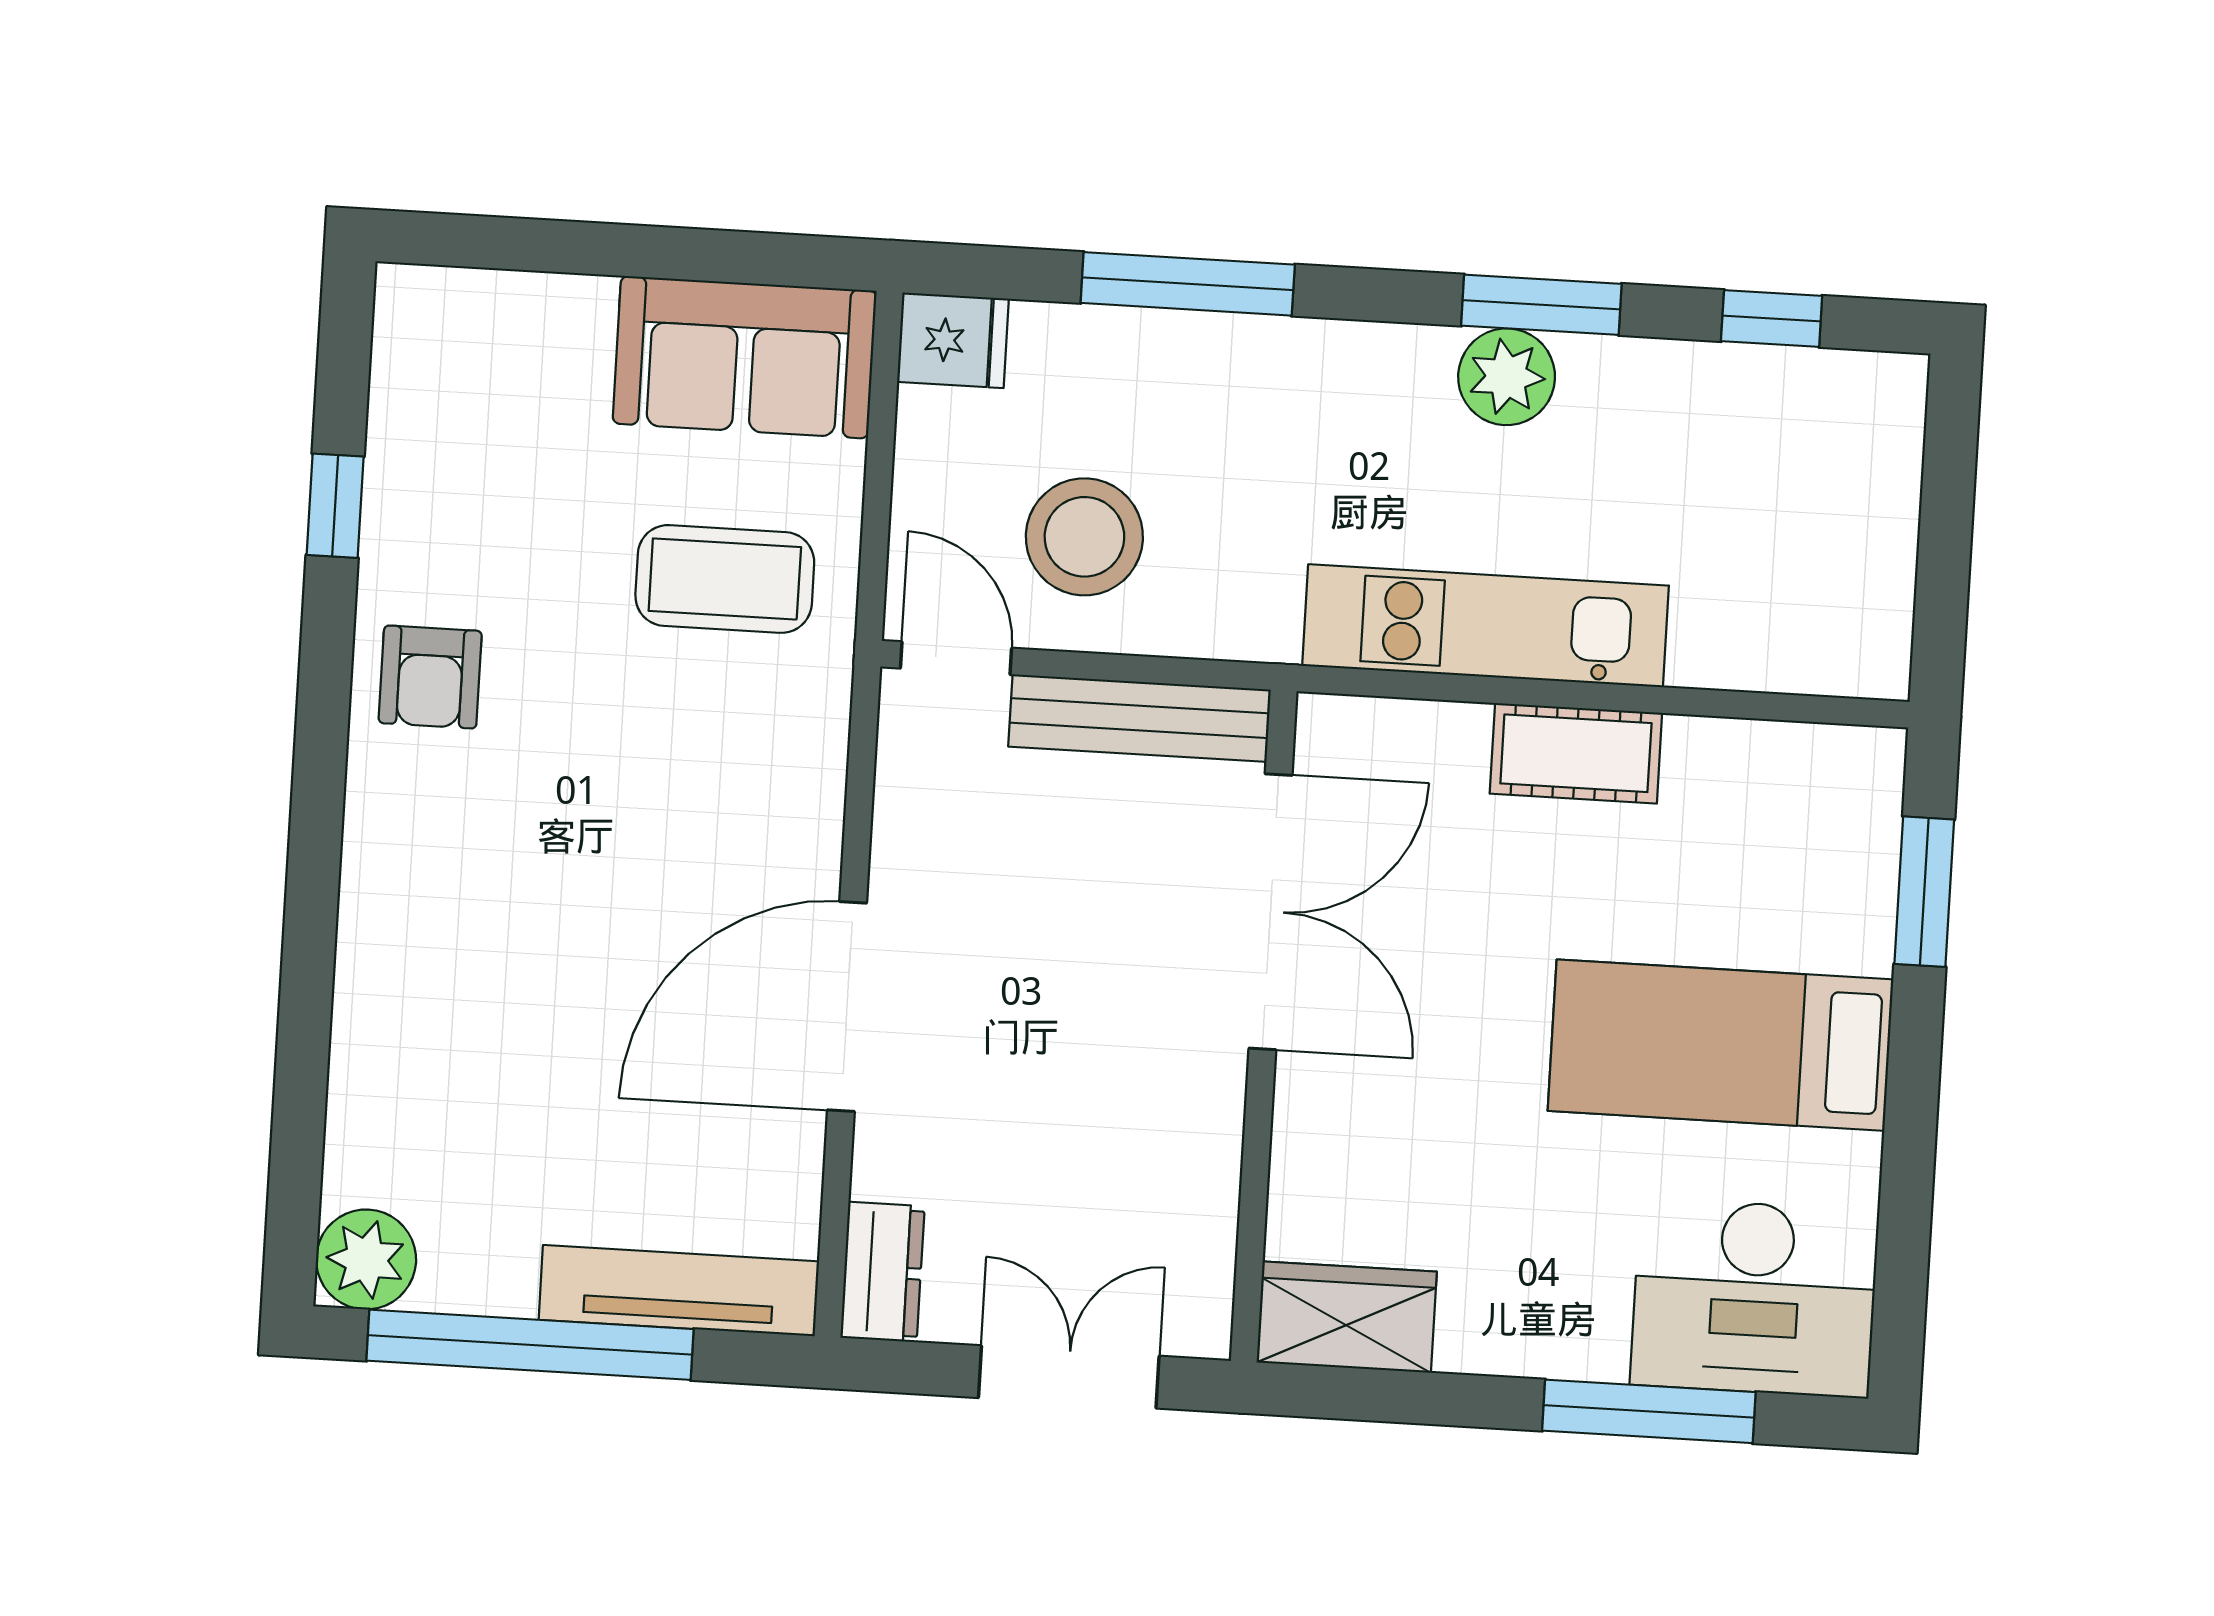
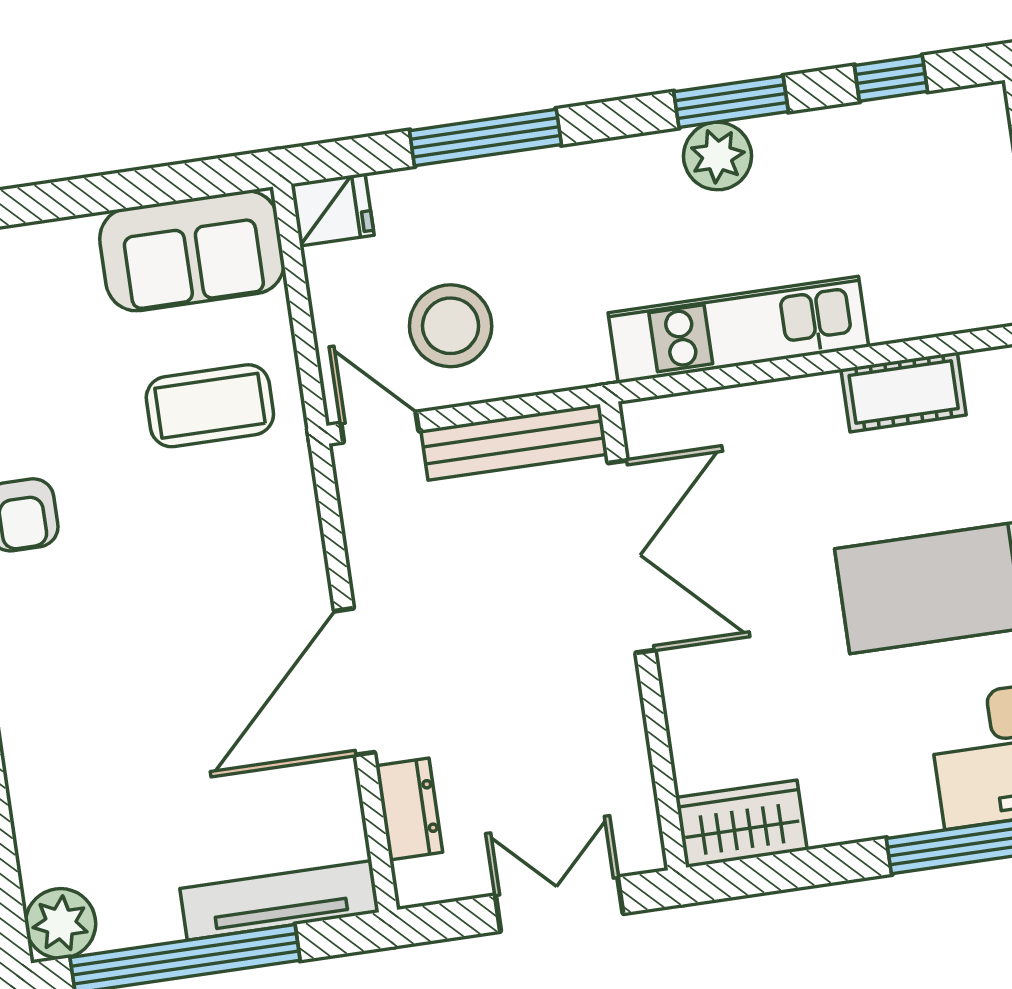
cot: (1576, 753) -> (904, 392), moved
dresser: (882, 1272) -> (409, 809), moved

